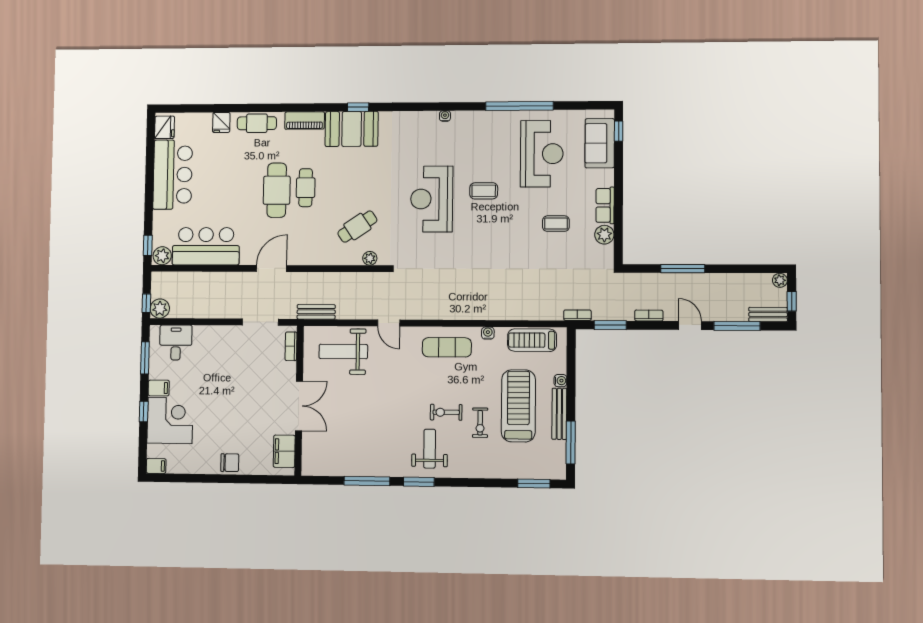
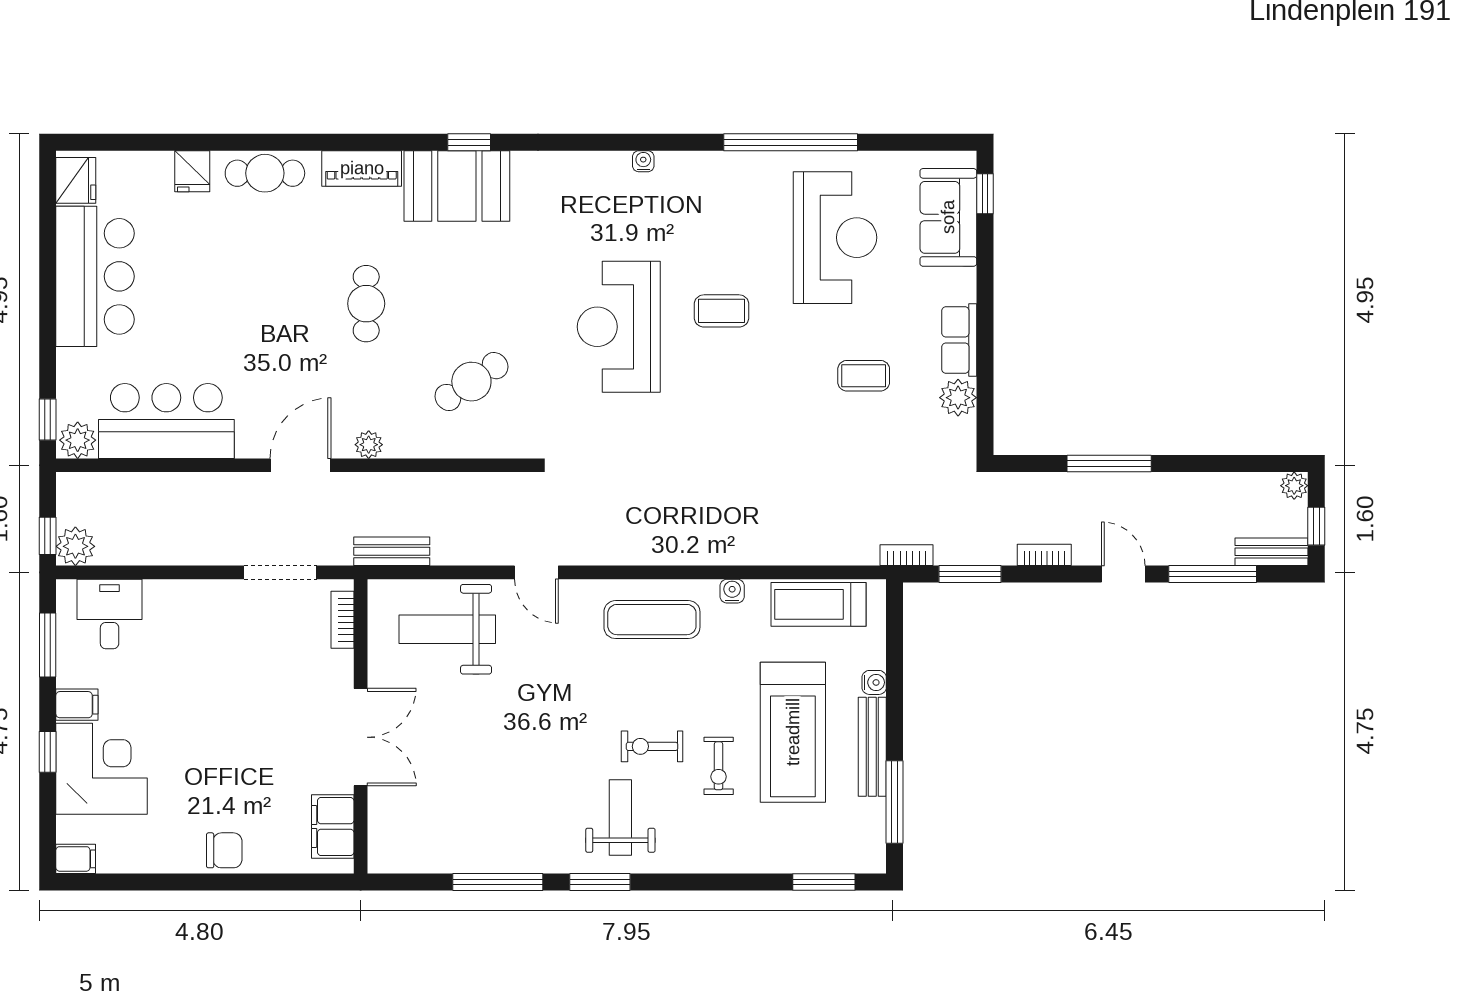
cafe table: (277, 190) -> (308, 309), removed
plant: (370, 258) -> (369, 445), moved
treadmill: (518, 406) -> (793, 732), turned 180

